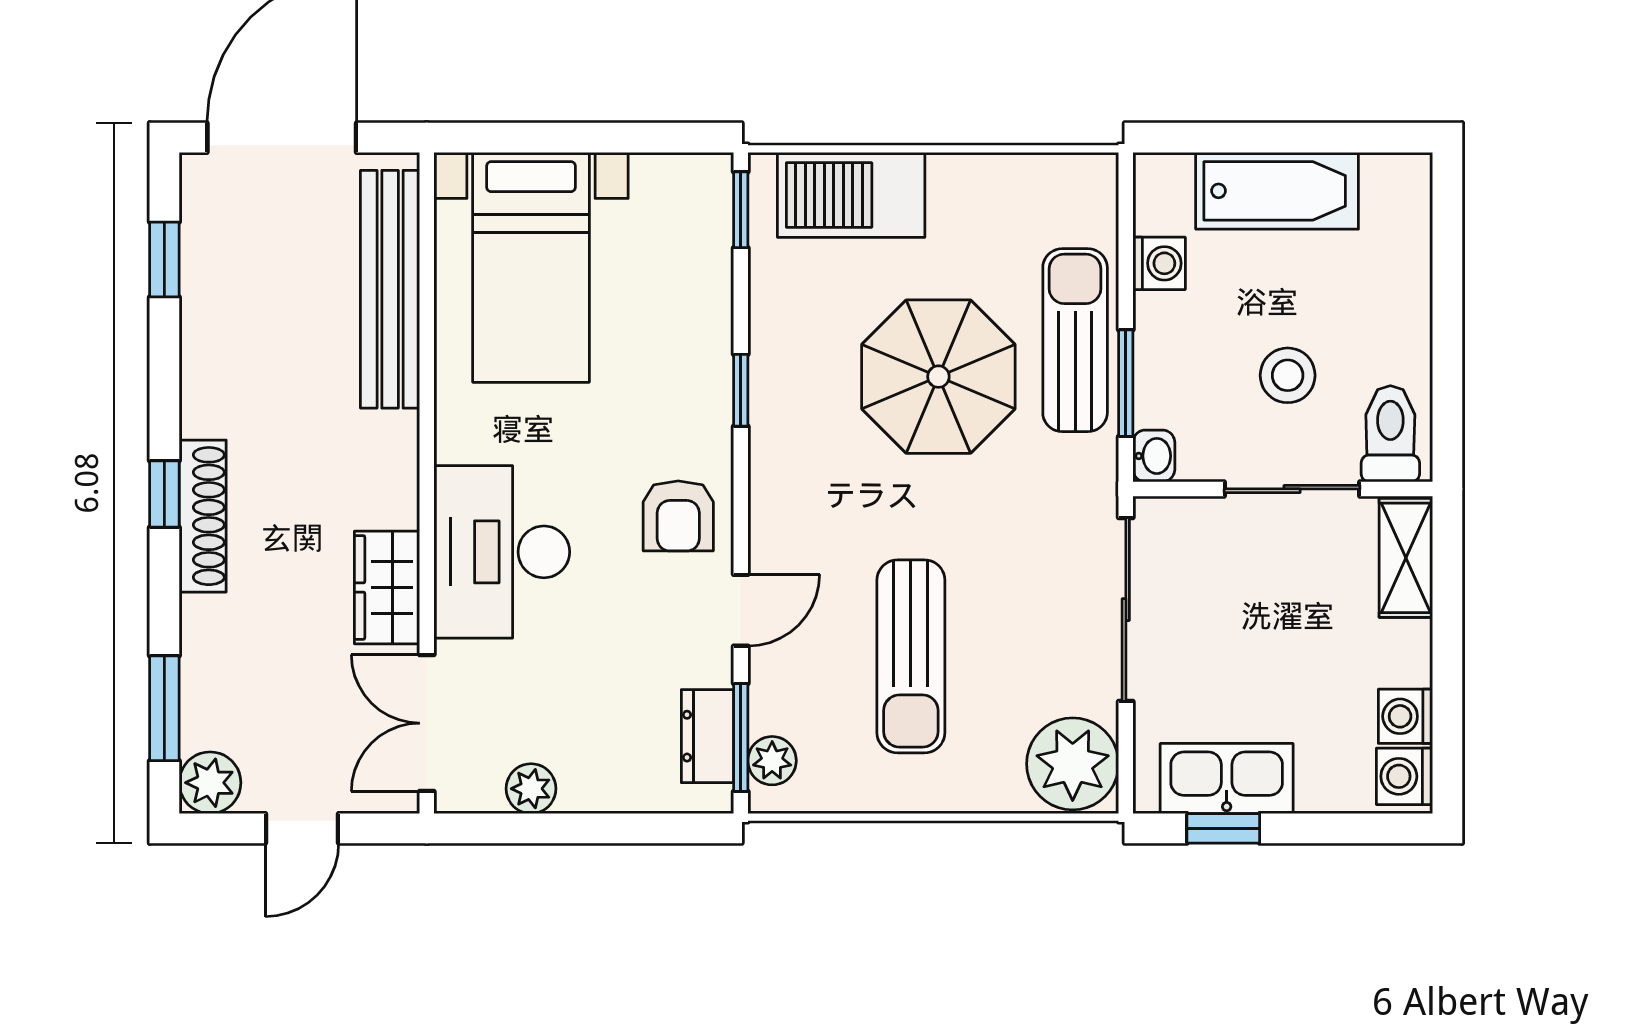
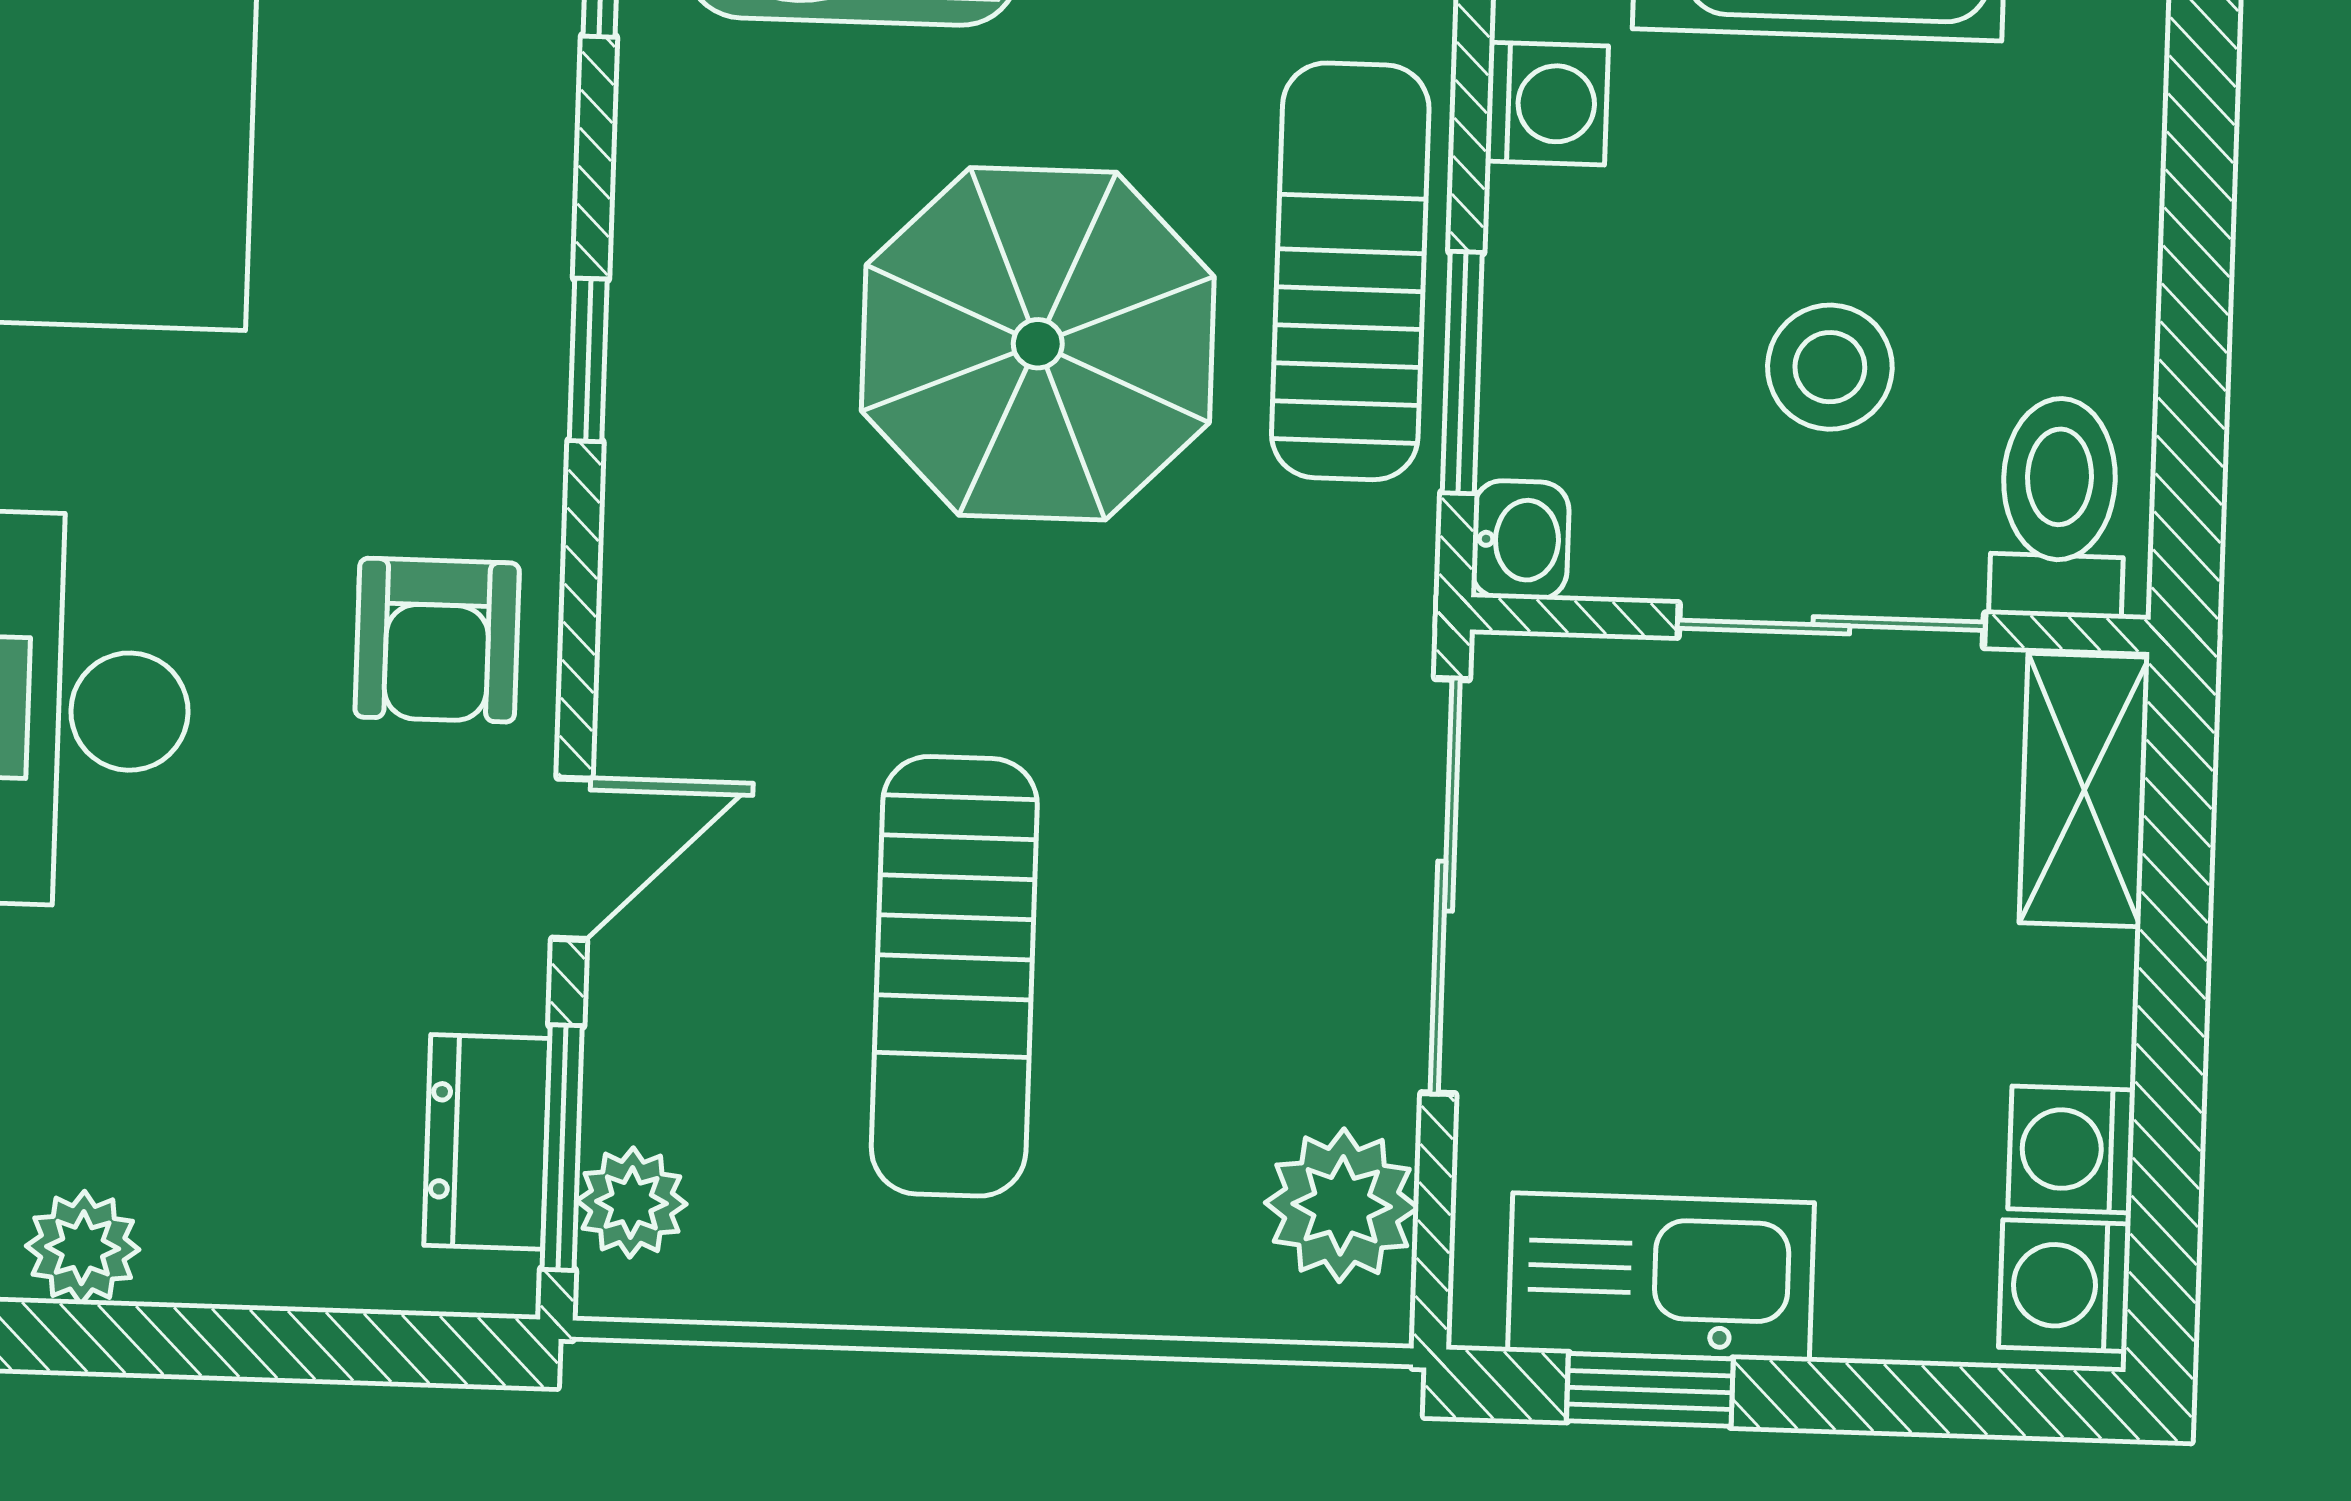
plant: (1073, 764) -> (1342, 1205), width x0.73, depth x0.73

